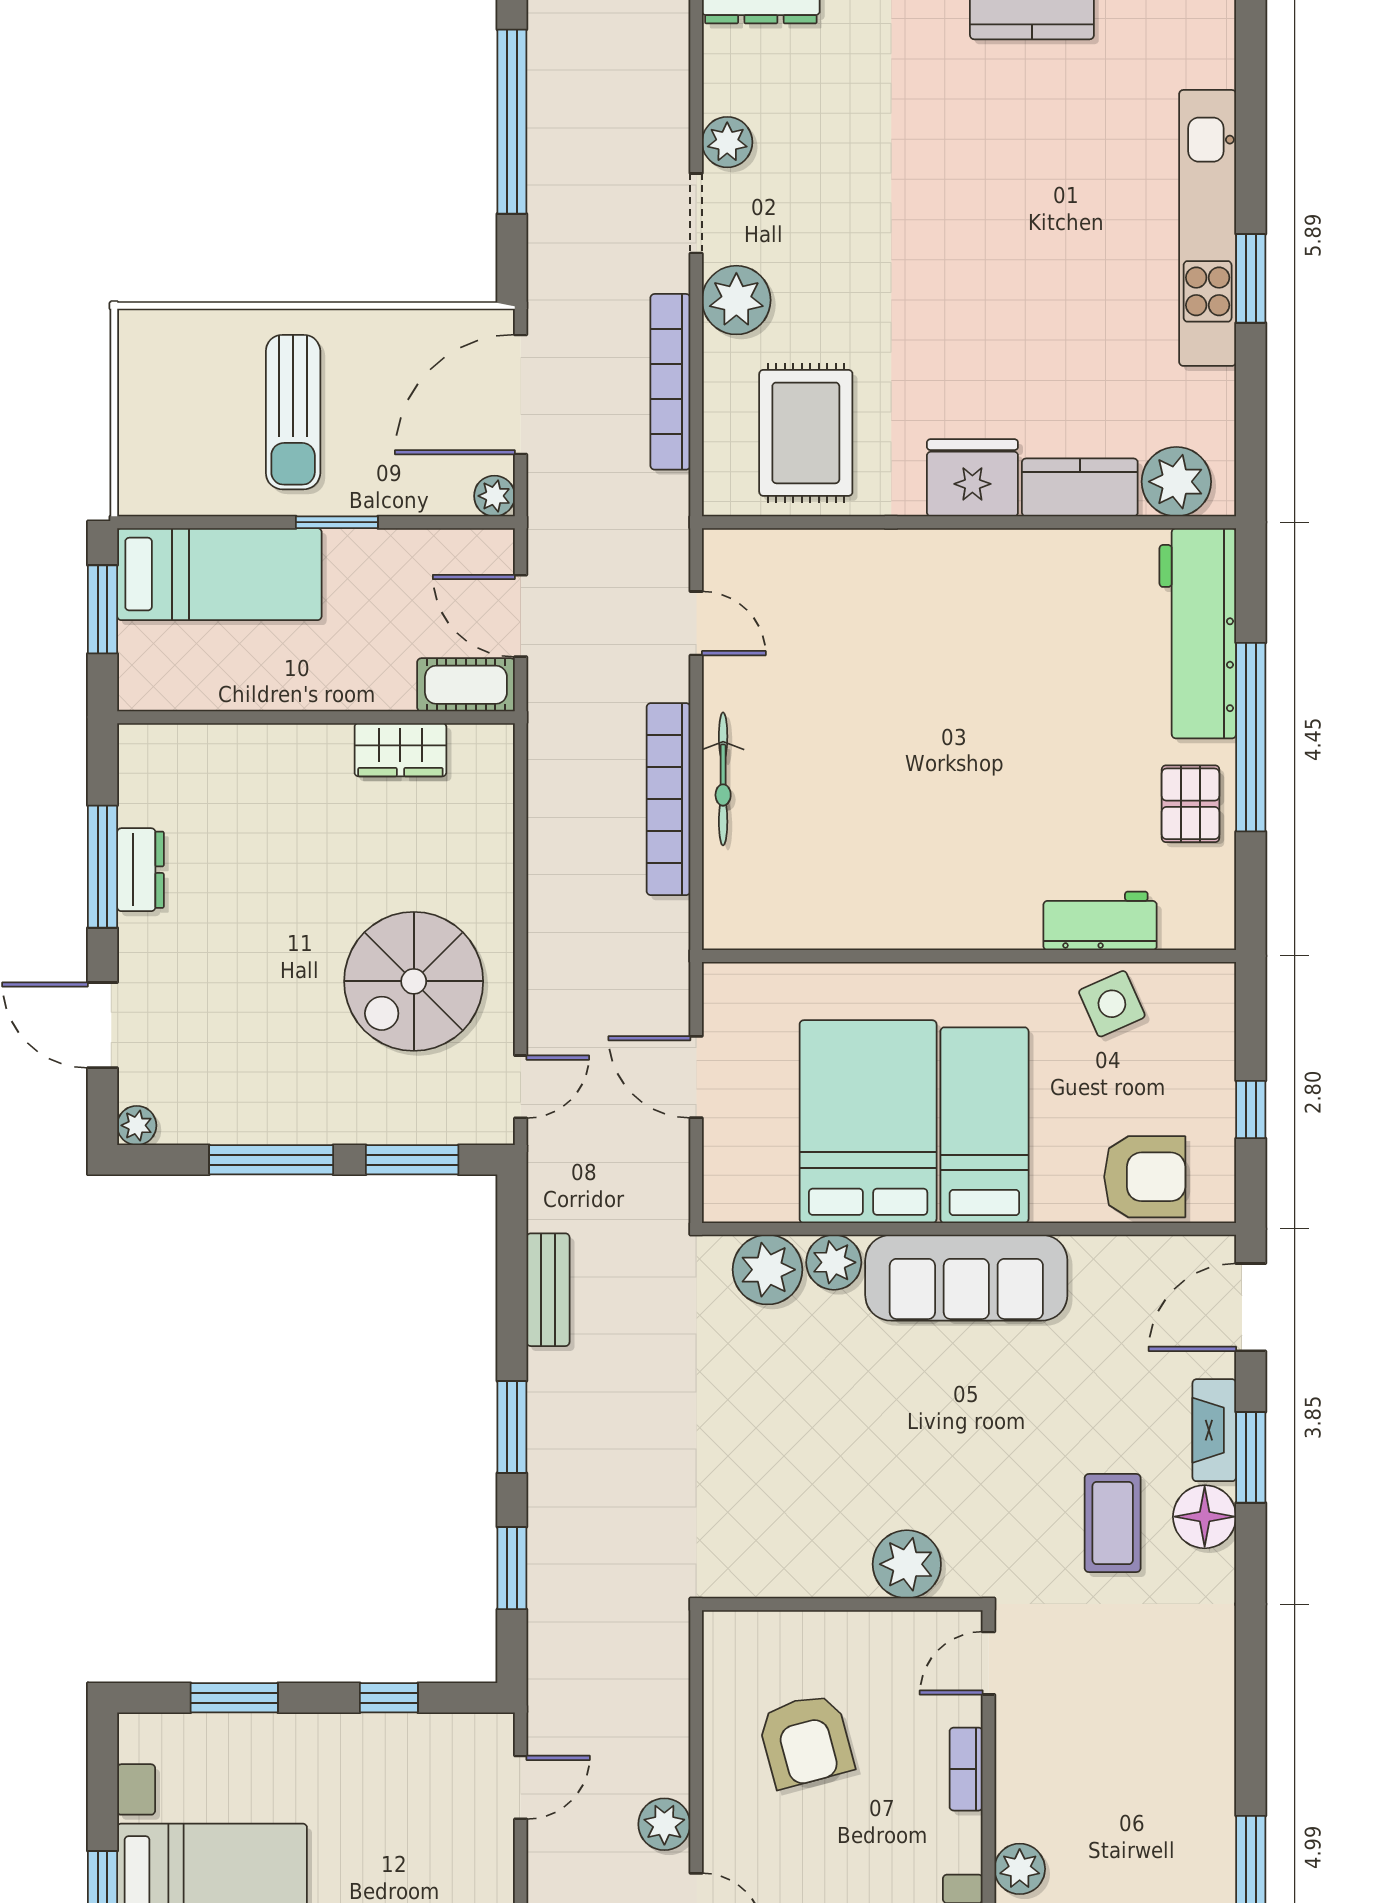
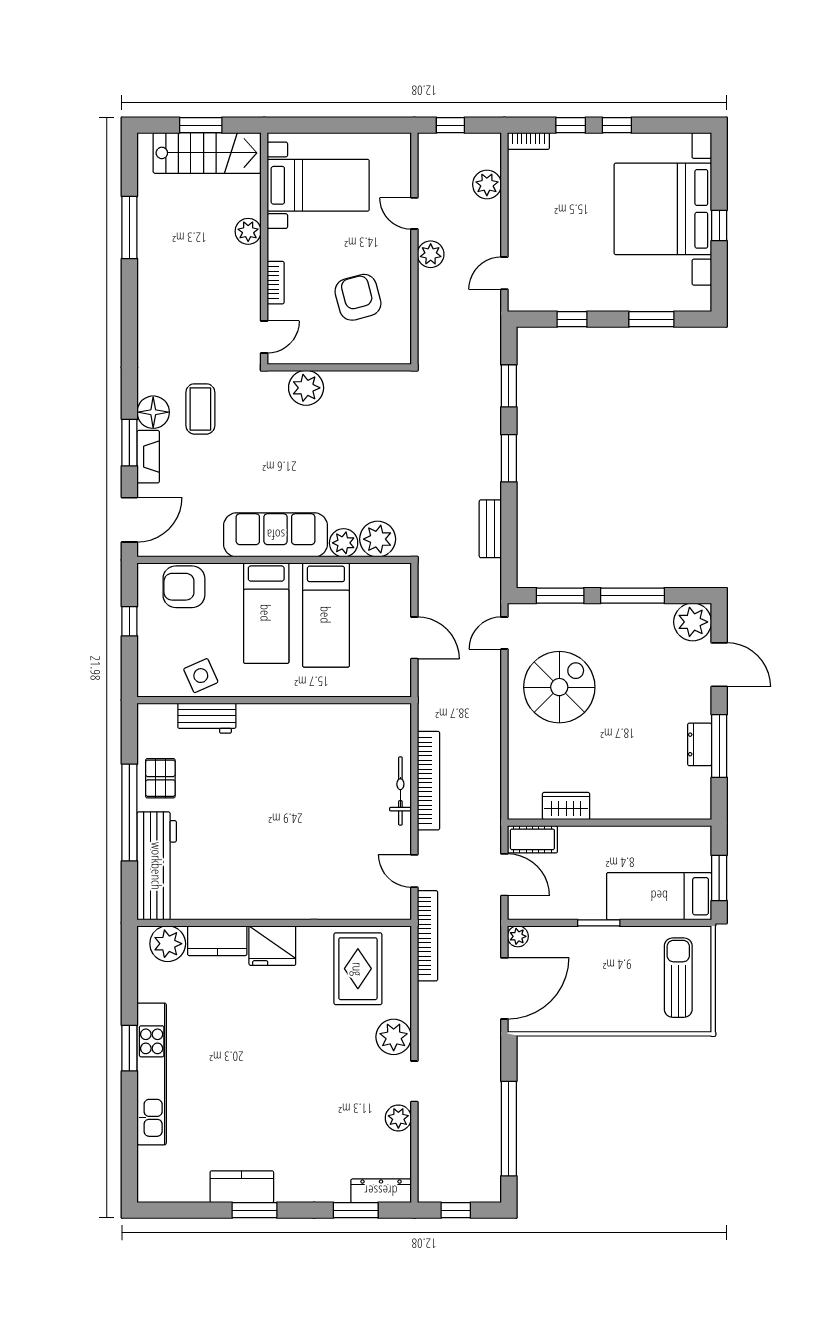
bookcase: (670, 382) -> (427, 936), moved
sun lounger: (293, 412) -> (678, 978), moved
bed: (868, 1122) -> (326, 615), width x0.67
plant: (137, 1125) -> (693, 622), width x1.88, depth x1.88

